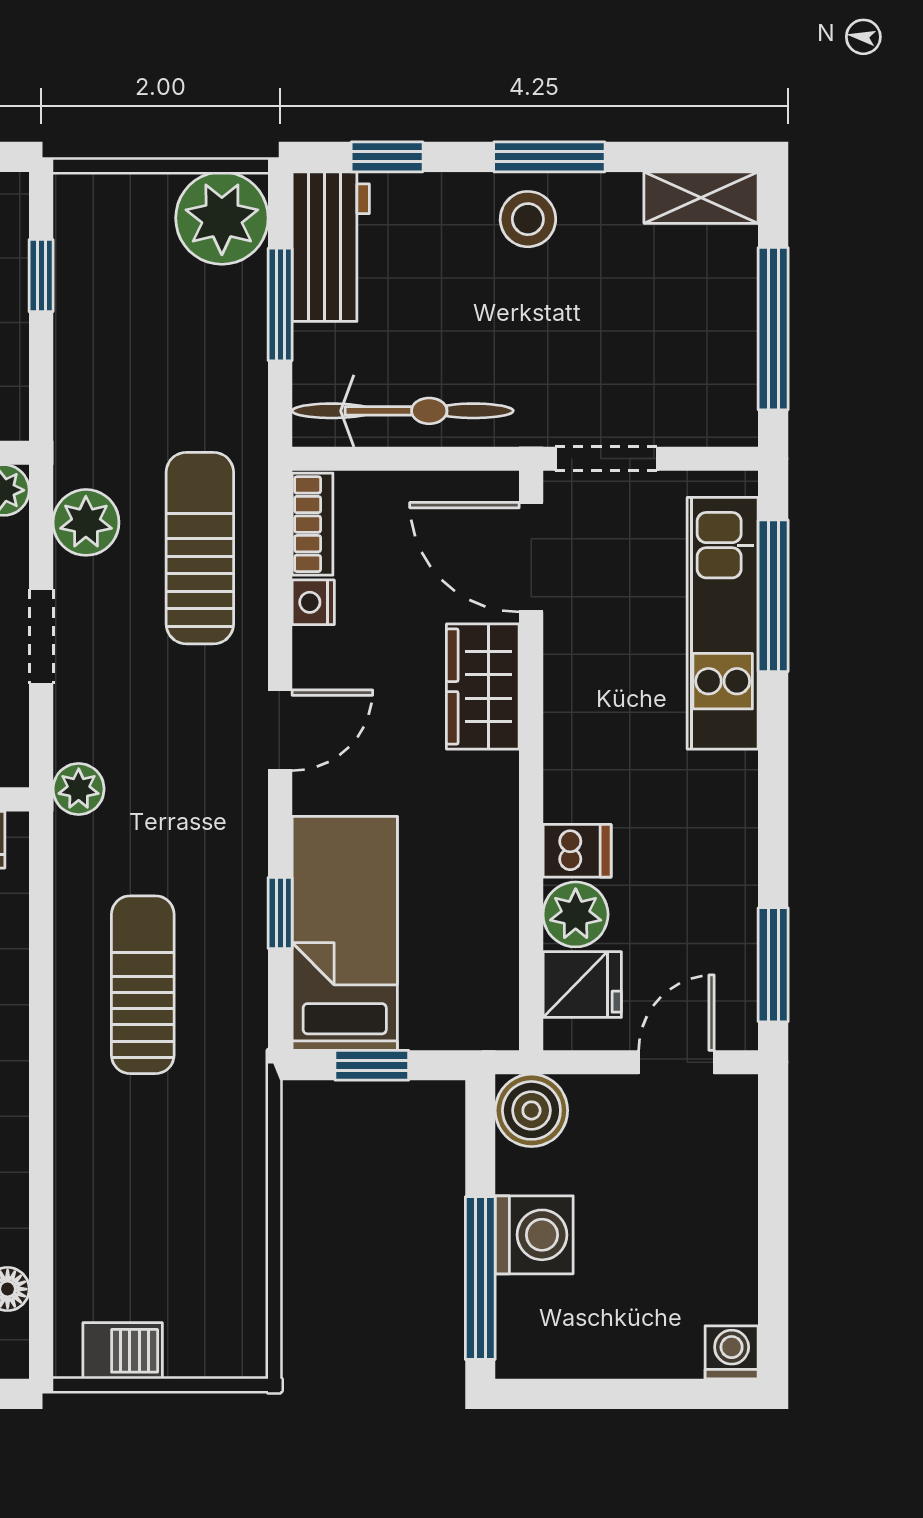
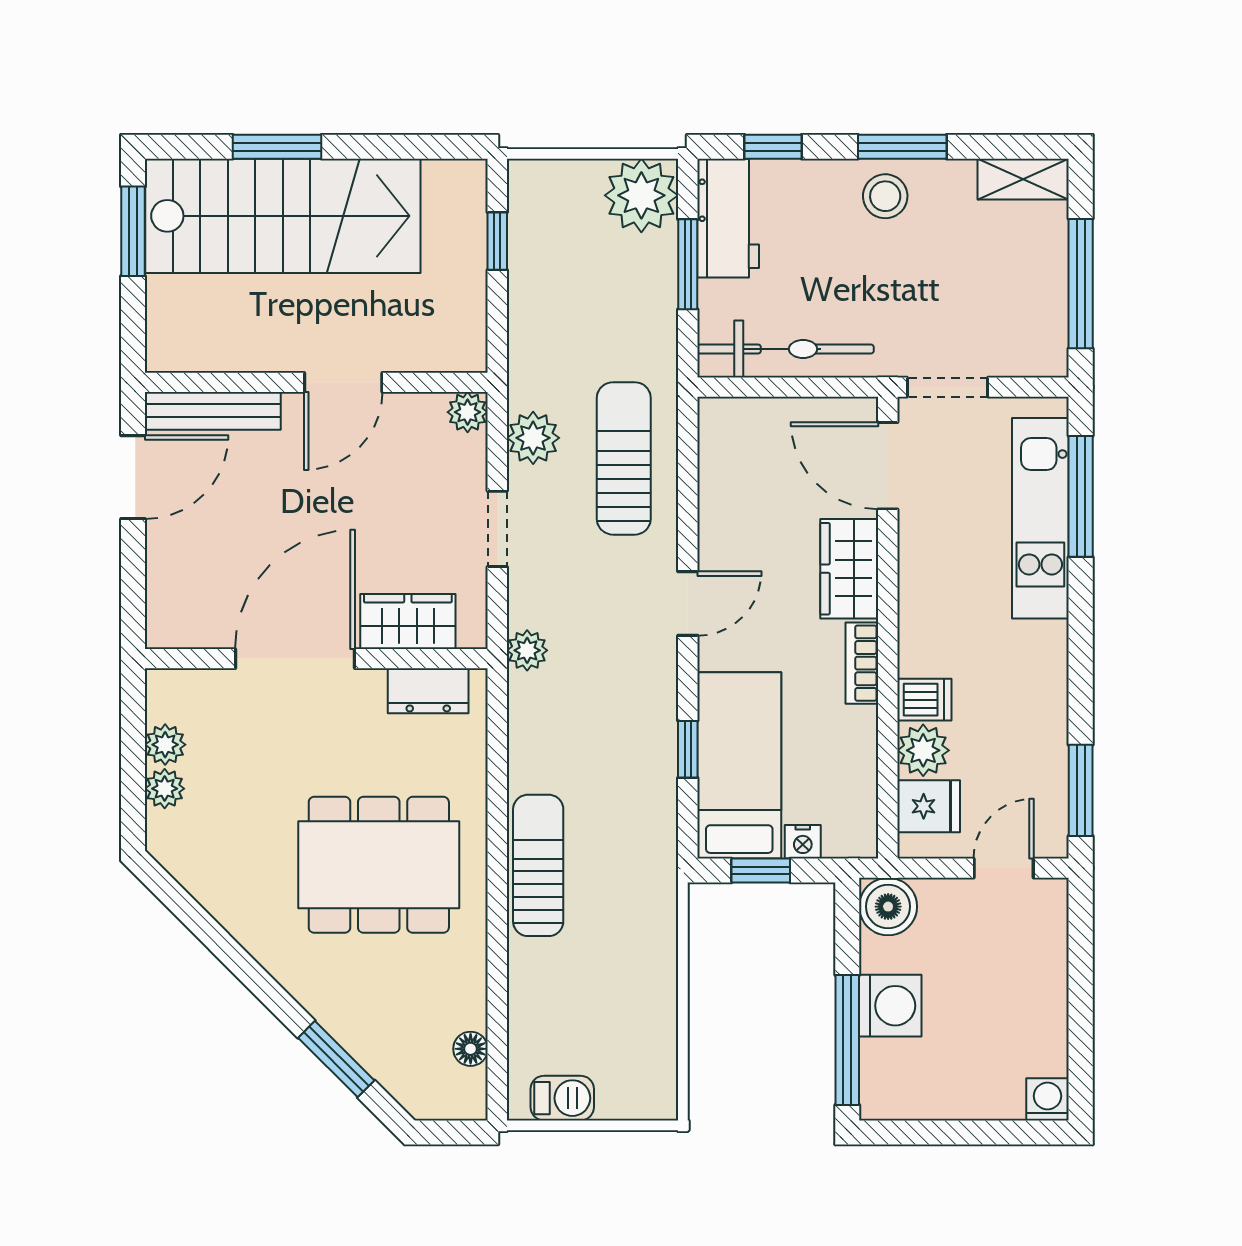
bookcase: (312, 524) -> (862, 663), moved, turned 180
nightstand: (313, 602) -> (803, 842), moved, turned -90
sun lounger: (143, 985) -> (538, 865), moved

